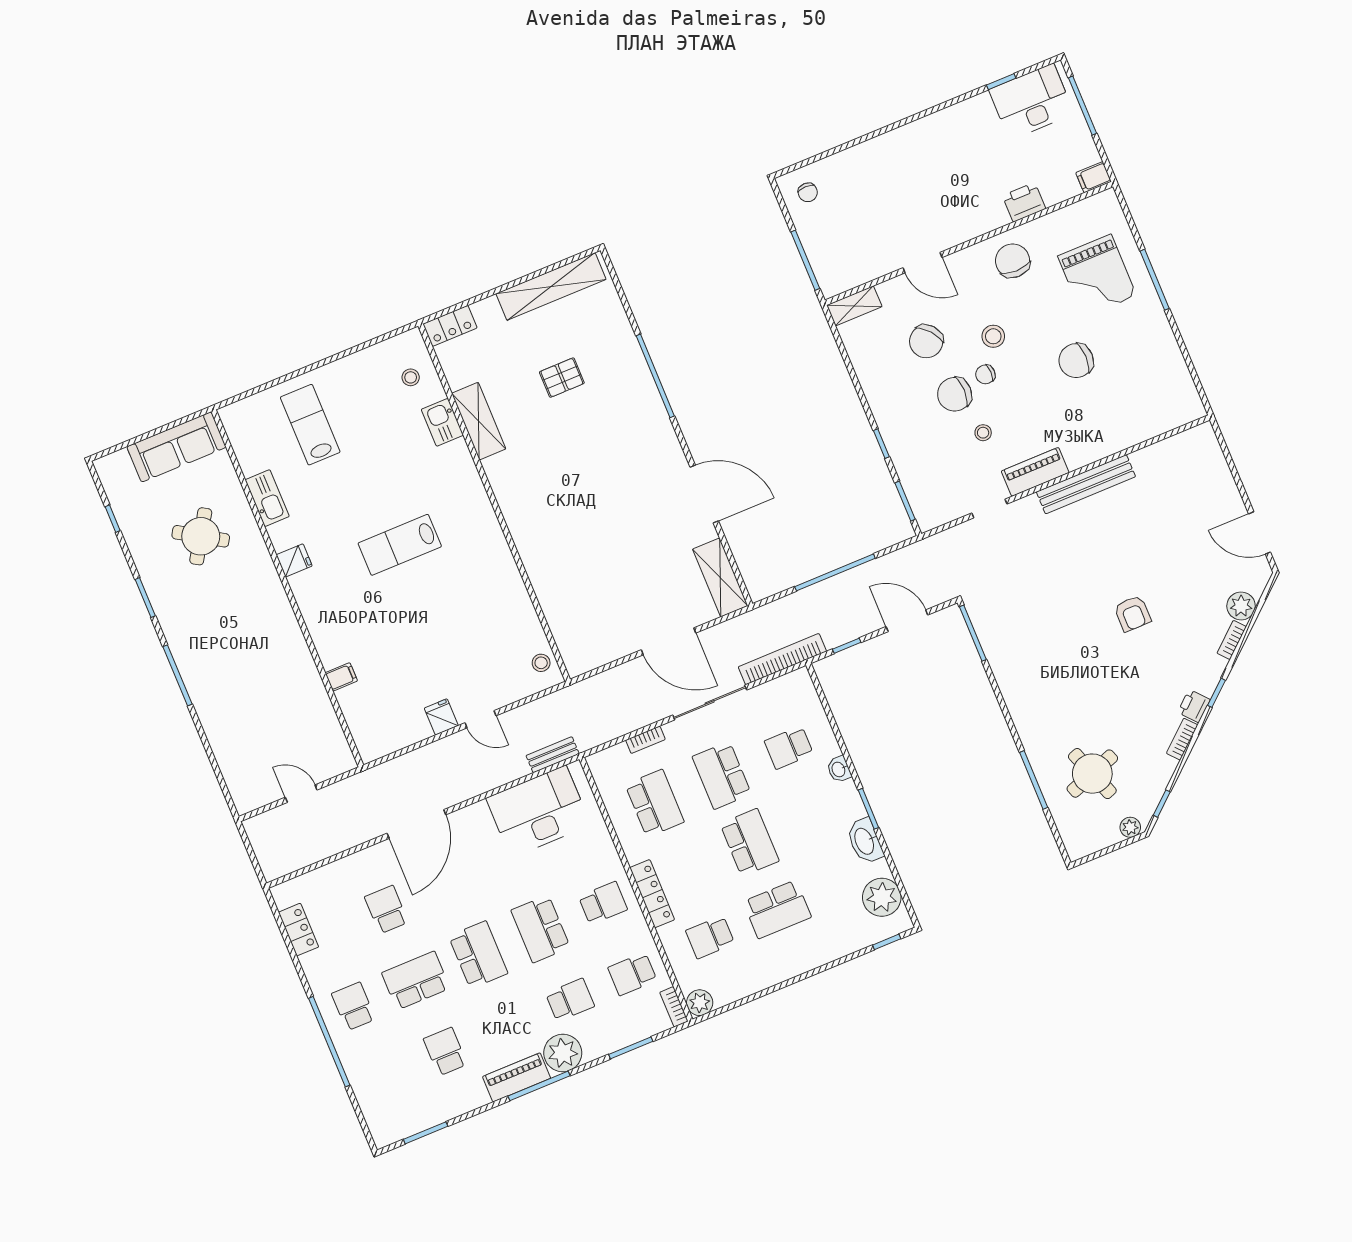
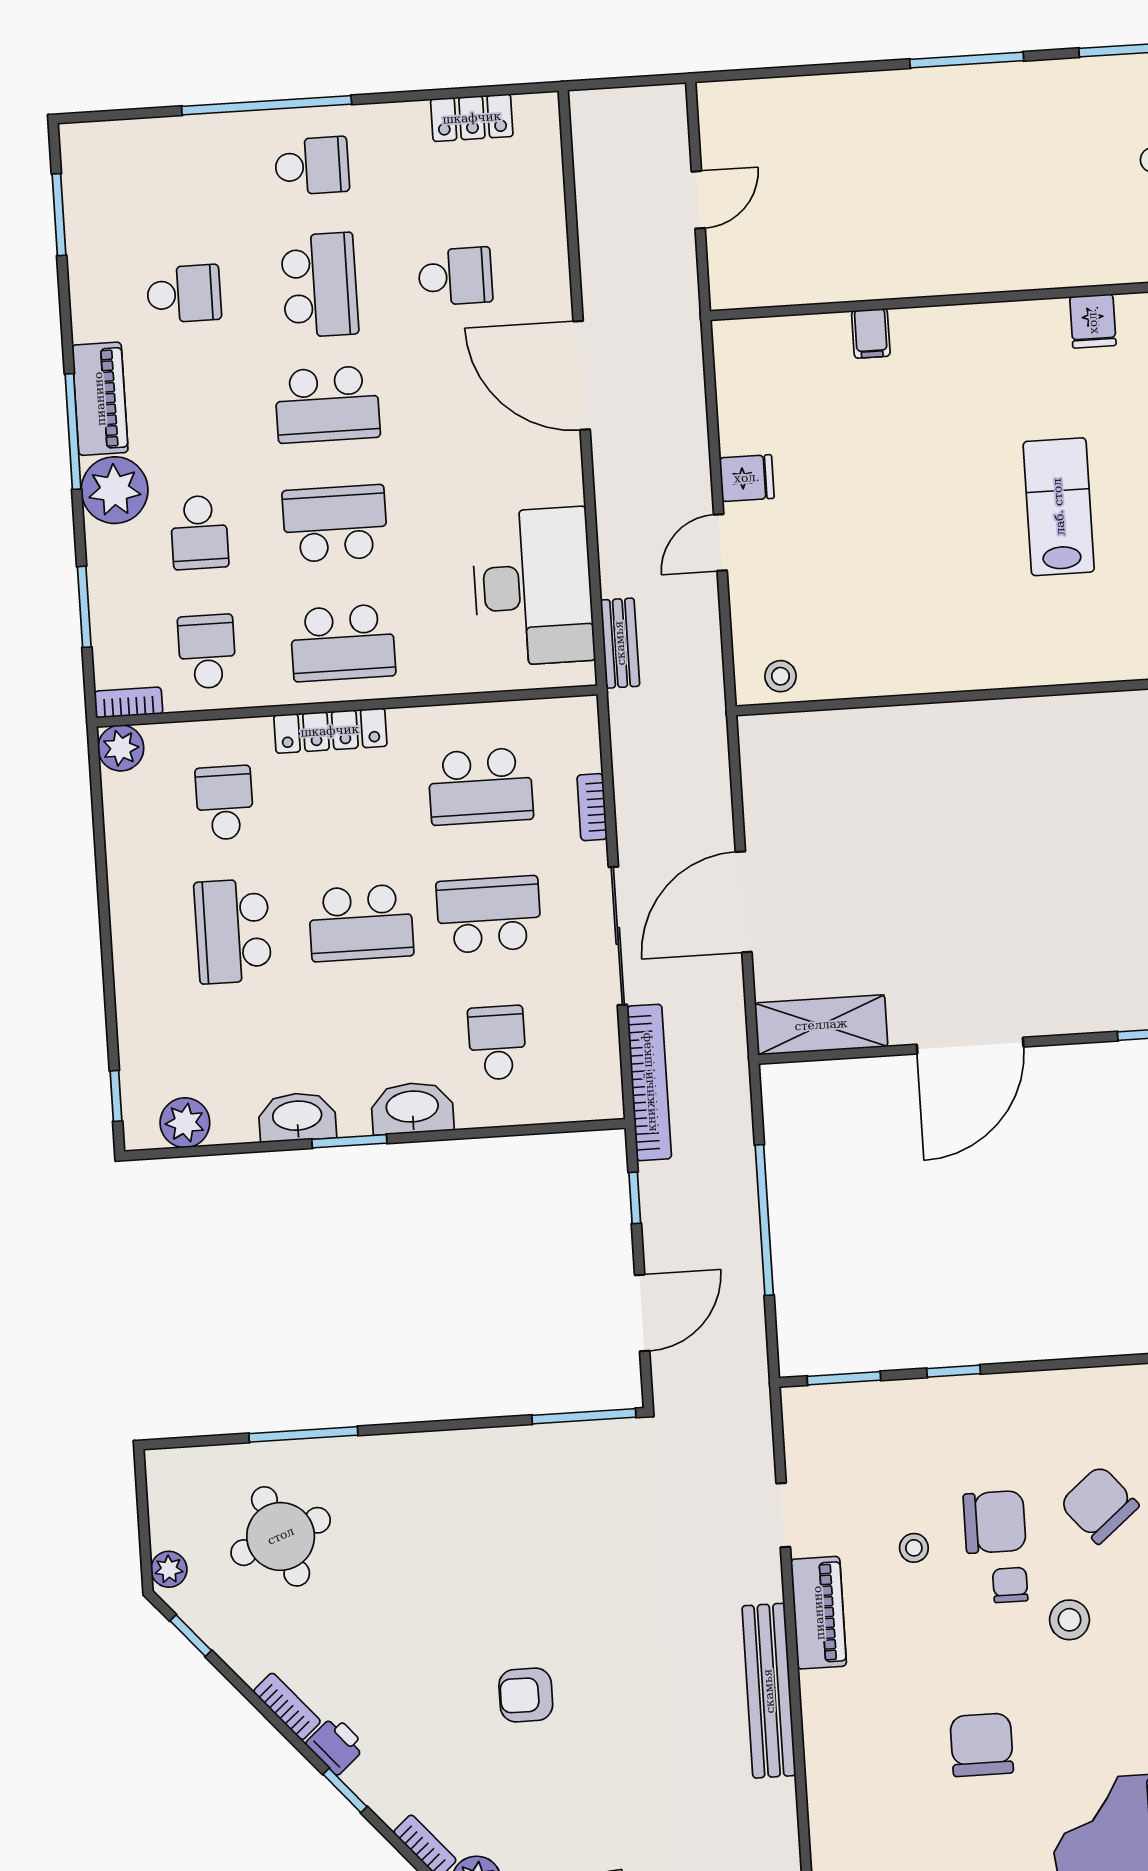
chair: (955, 394) -> (995, 1522), turned 90
washbasin: (839, 769) -> (412, 1108), width x1.91, depth x1.45
plant: (882, 897) -> (185, 1123), width x0.73, depth x0.73
school desk: (603, 903) -> (343, 643), width x1.85

